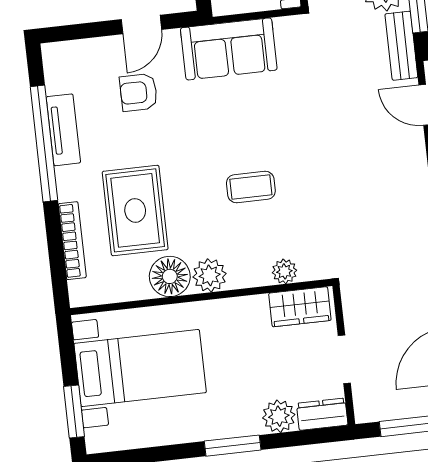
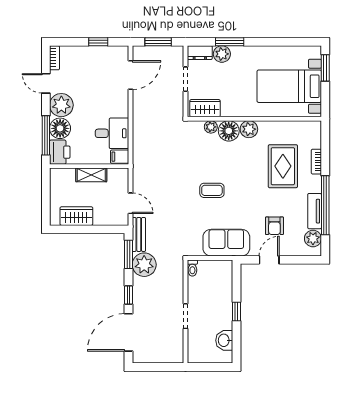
plant: (61, 76) -> (313, 238), added
armchair: (139, 92) -> (274, 226), turned 90
coffee table: (251, 187) -> (212, 190), moved
bookcase: (72, 241) -> (316, 162), width x0.64
floor lamp: (170, 276) -> (229, 131), moved
window: (233, 446) -> (230, 42), moved

